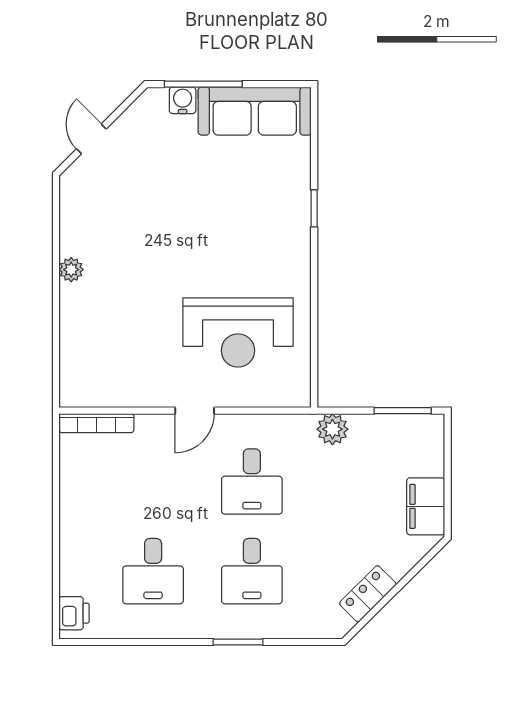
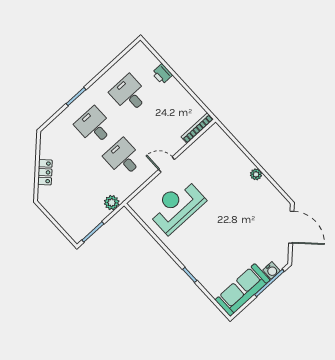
door: (91, 139) -> (291, 227), width x1.88
door: (195, 411) -> (167, 164), hinge flipped
filing cabinet: (426, 506) -> (54, 206), removed
locker: (368, 594) -> (45, 172), moved
printer: (74, 613) -> (162, 74), moved

